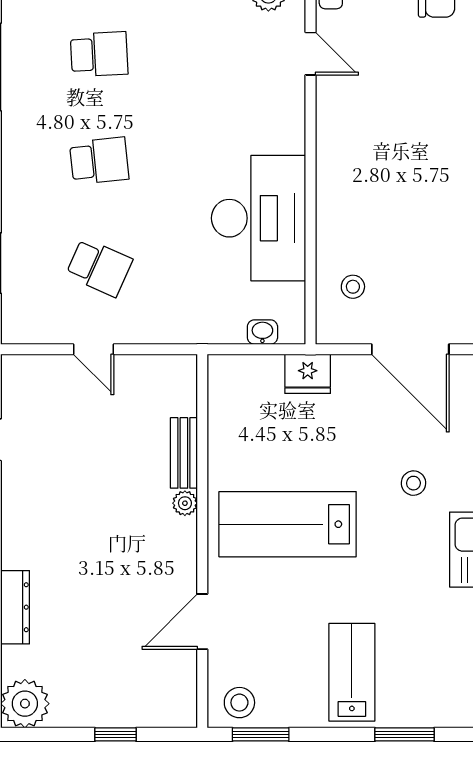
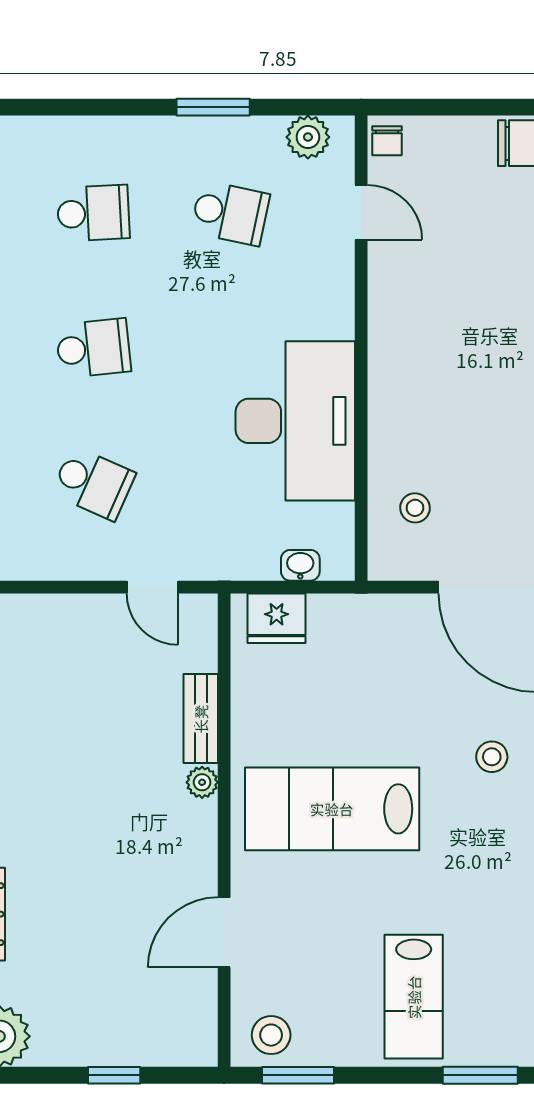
school desk: (207, 54) -> (230, 213), added
door: (93, 349) -> (152, 587), moved
fridge: (308, 374) -> (277, 618), moved
lab bench: (352, 672) -> (414, 997), turned 180

